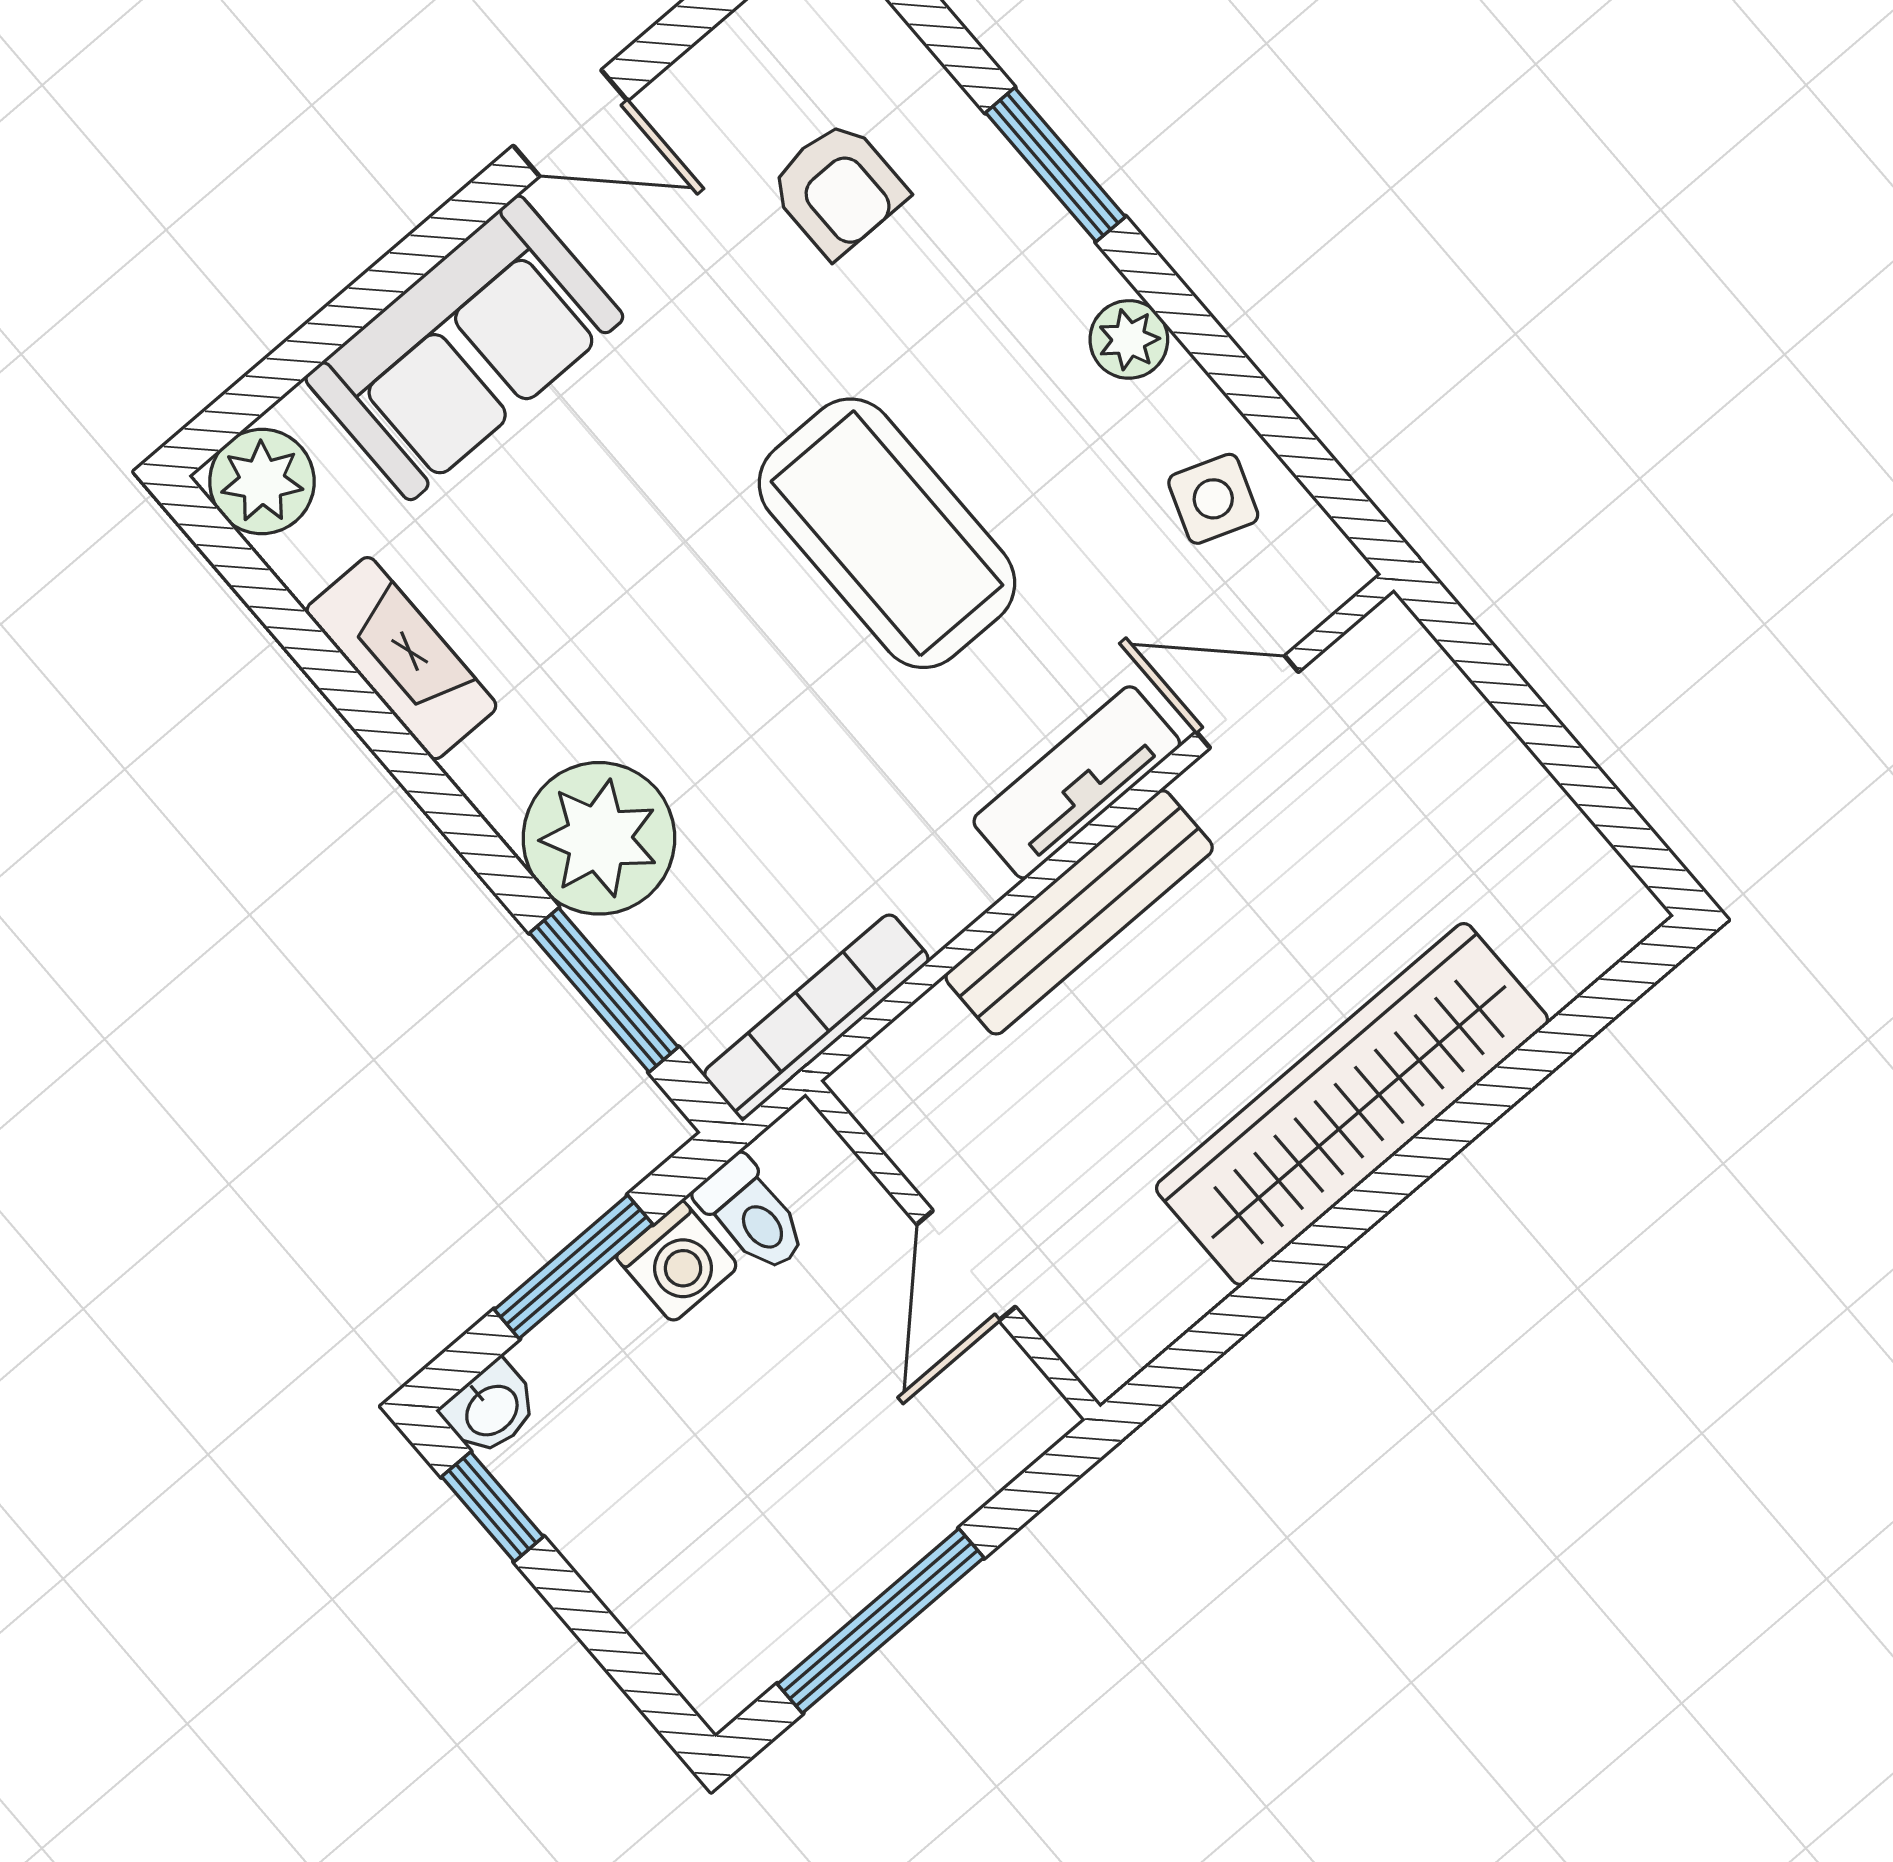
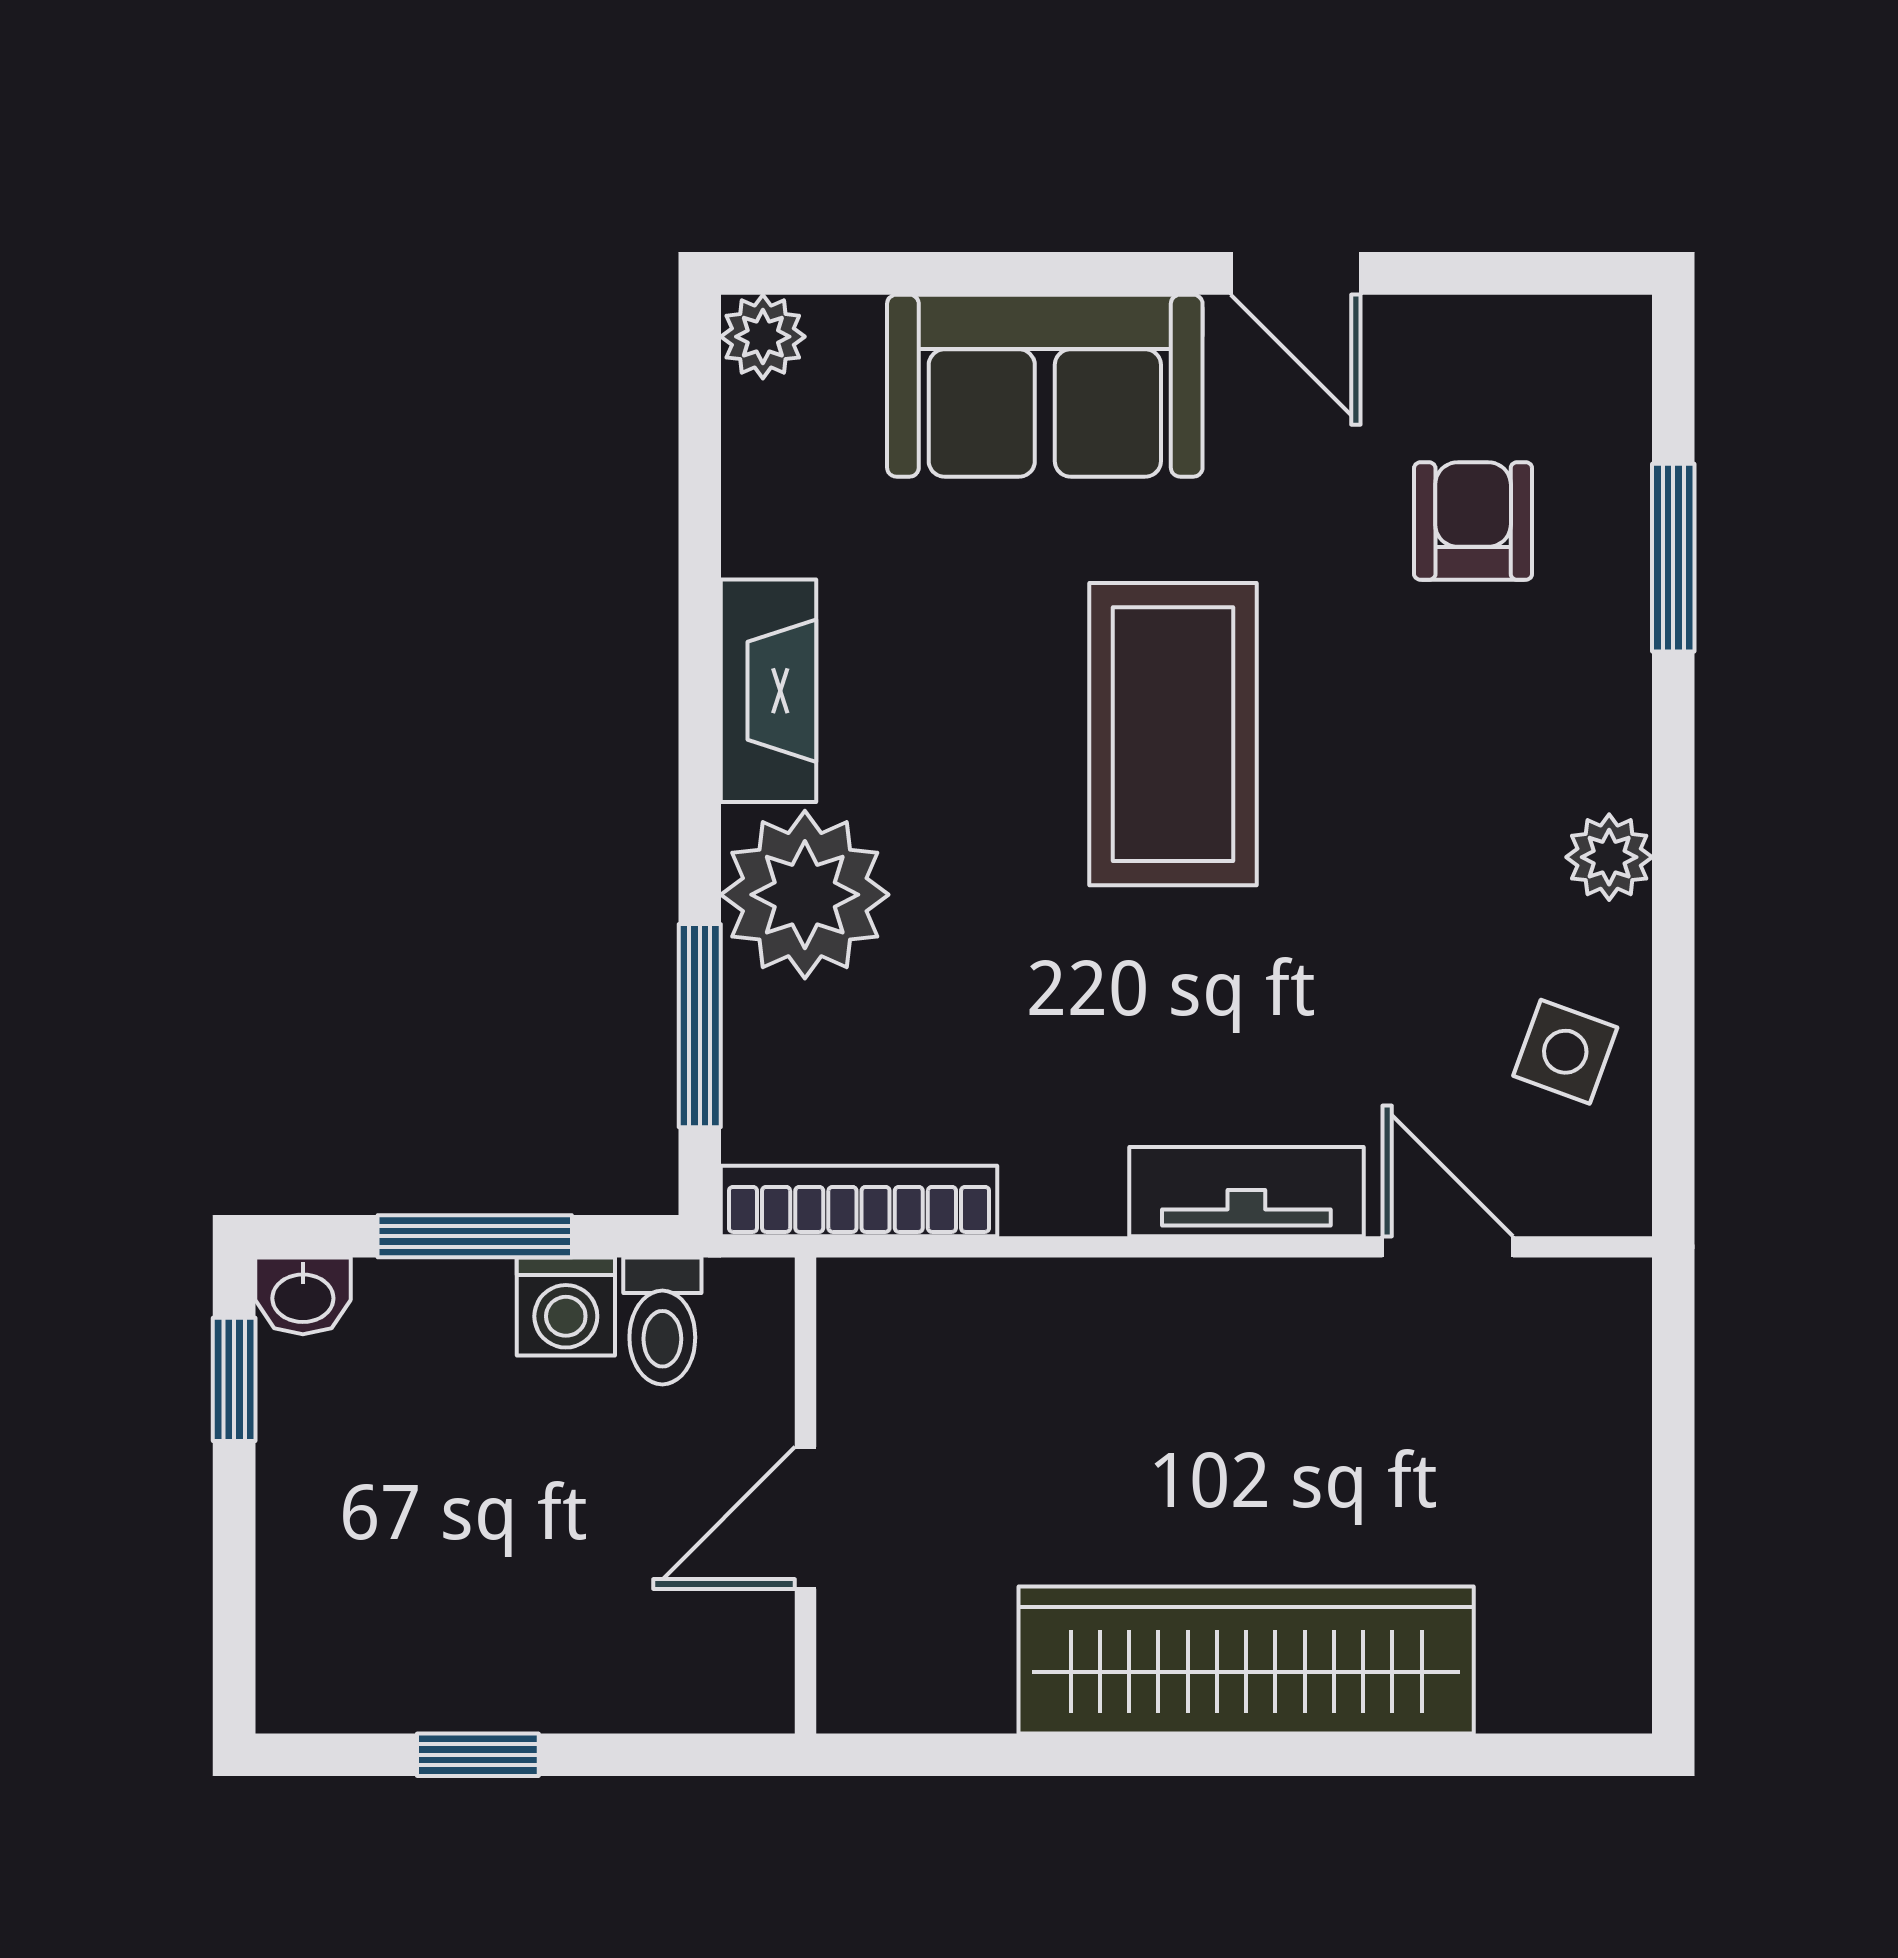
window: (1055, 165) -> (1673, 558), moved
armchair: (838, 189) -> (1473, 521), turned 180
plant: (262, 482) -> (763, 337), width x0.73, depth x0.73
coffee table: (887, 533) -> (1173, 734), moved
fireplace: (401, 658) -> (768, 691), moved
bench: (1079, 912) -> (1155, 1303), removed
window: (881, 1621) -> (478, 1755), width x0.46

